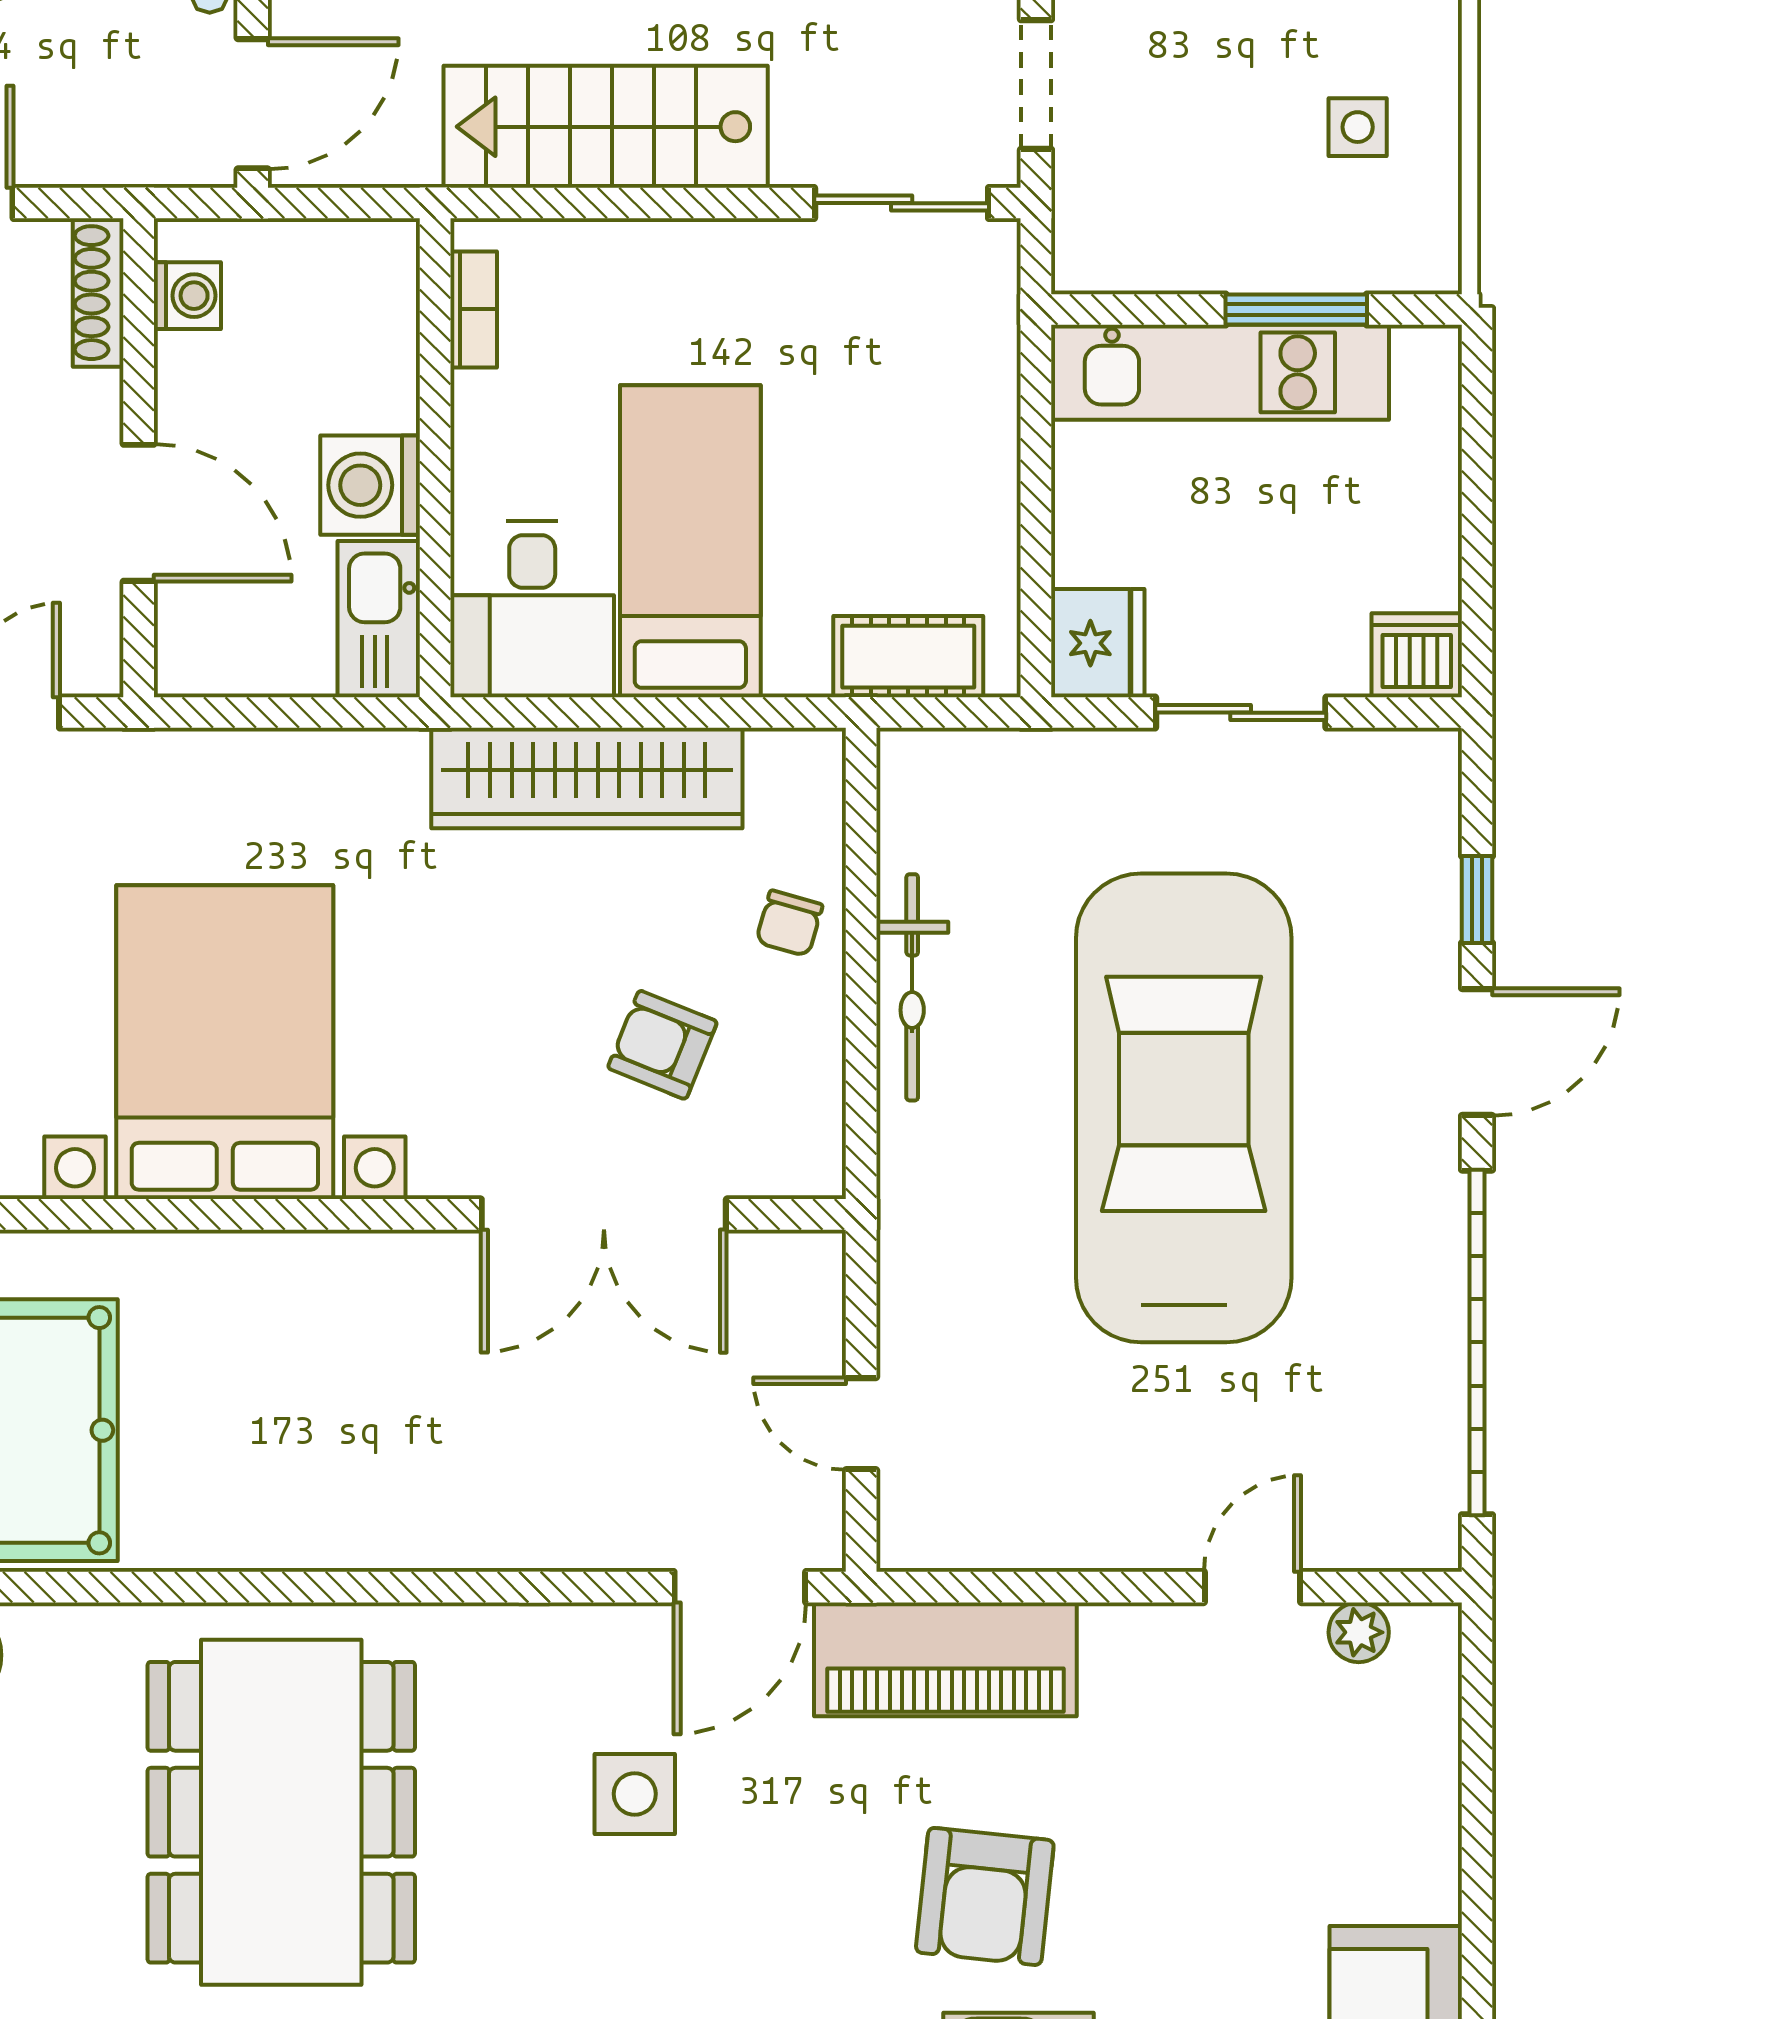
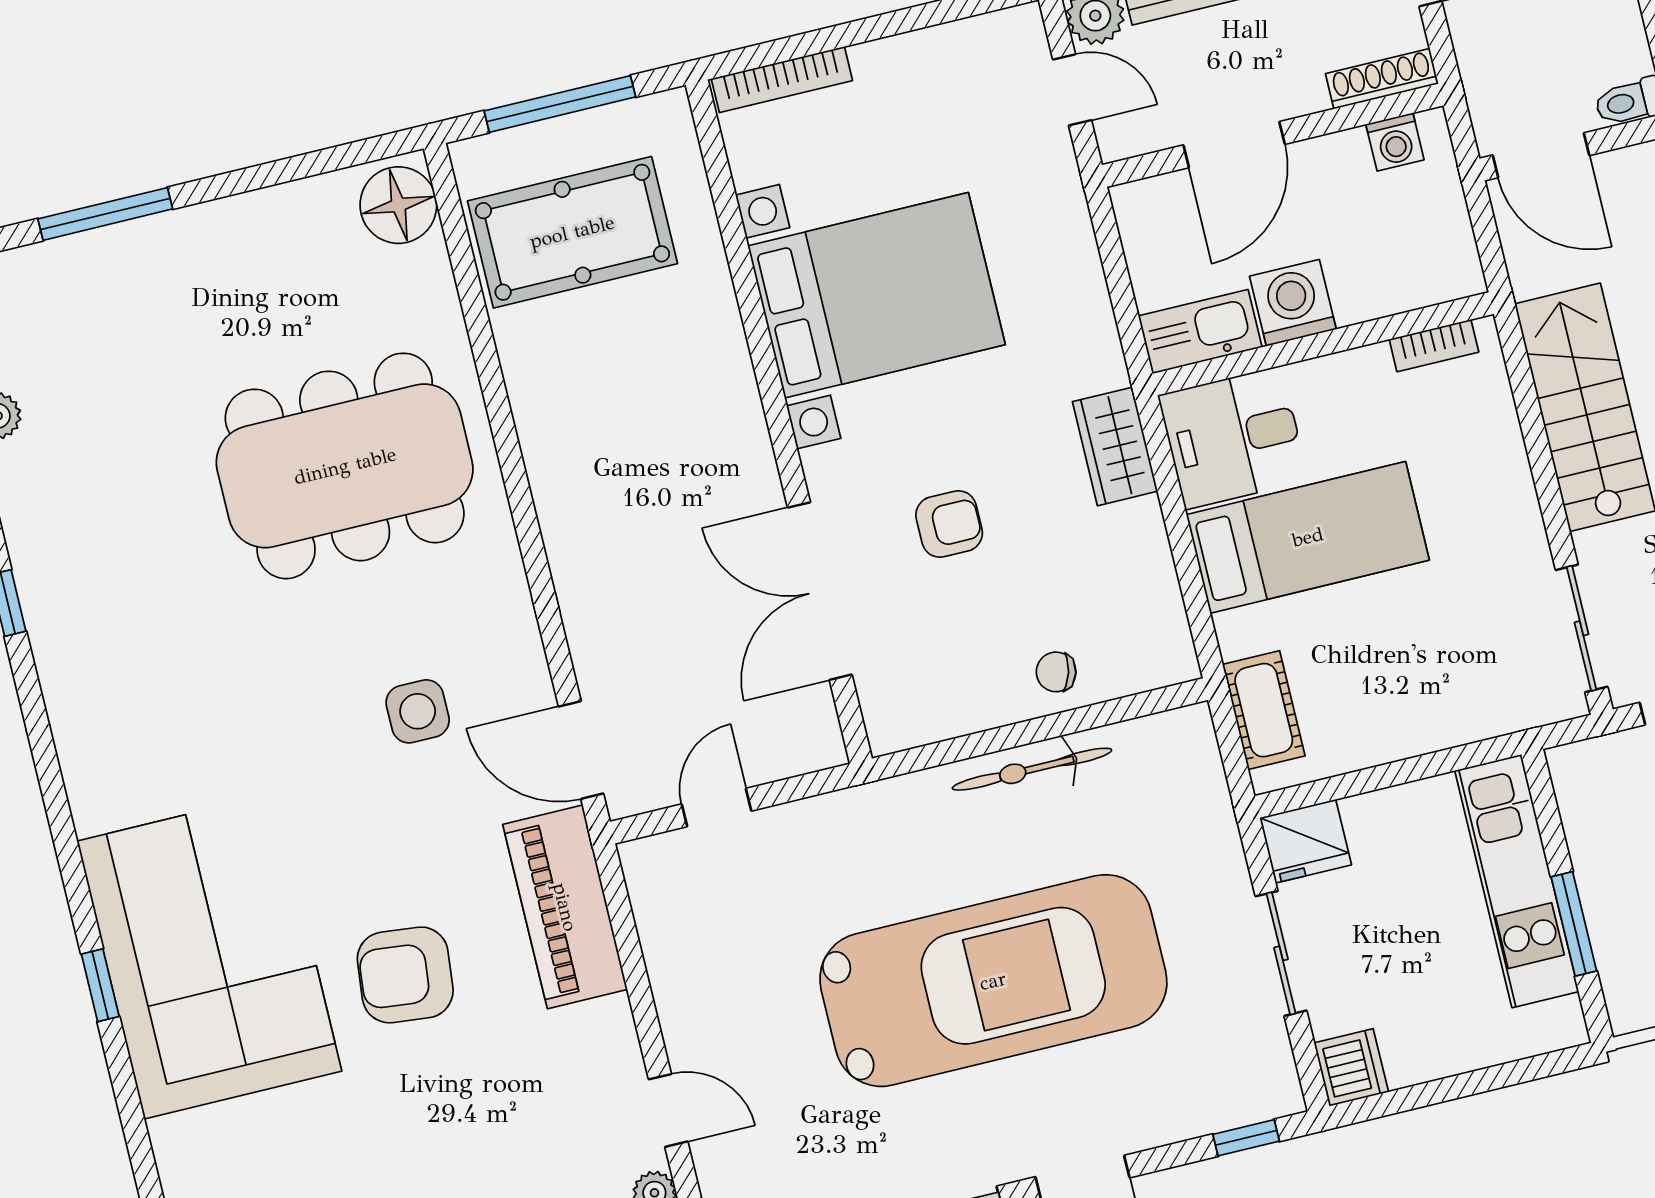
wardrobe: (587, 778) -> (1115, 446), width x0.48, depth x0.85
window: (1477, 900) -> (1246, 1138), moved
armchair: (662, 1045) -> (949, 524), moved, turned 68

